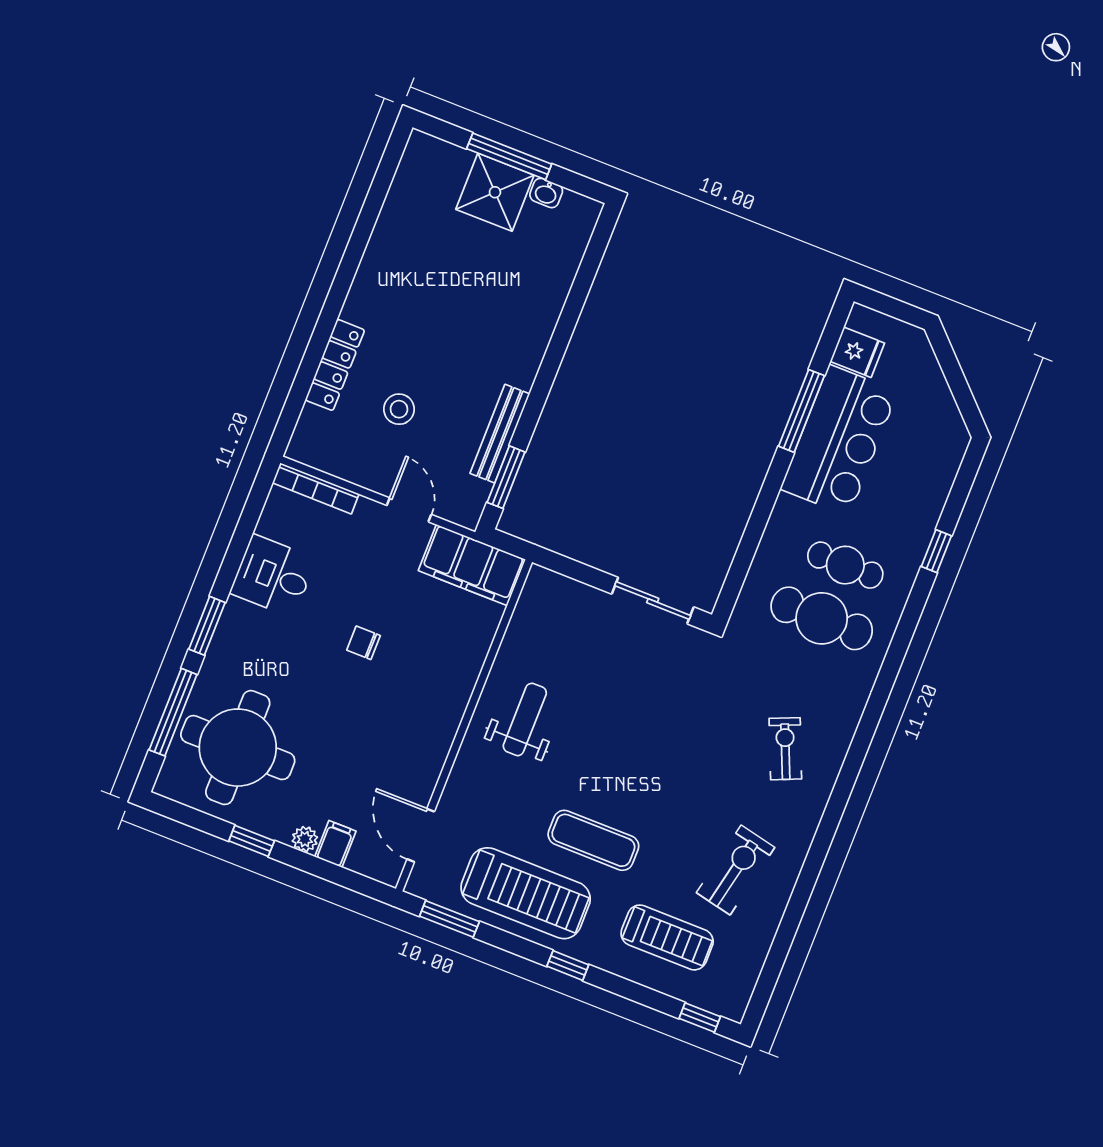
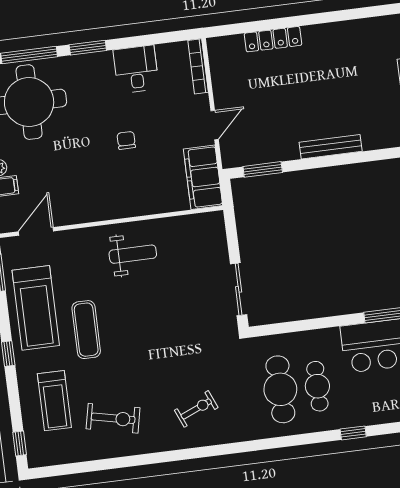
stool: (399, 409) -> (268, 89), removed
bench: (500, 434) -> (331, 147), moved

